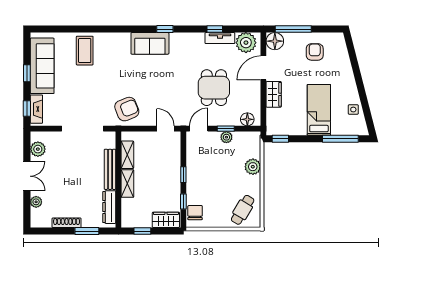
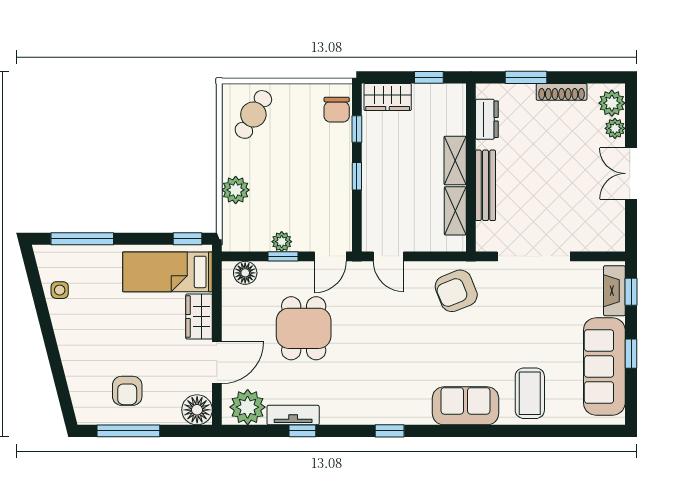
window: (293, 29) -> (128, 431), moved
sofa: (150, 43) -> (465, 406), moved
bed: (319, 110) -> (168, 272), moved, turned 90
plant: (38, 149) -> (612, 103), moved
dresser: (109, 207) -> (487, 119), width x0.70

